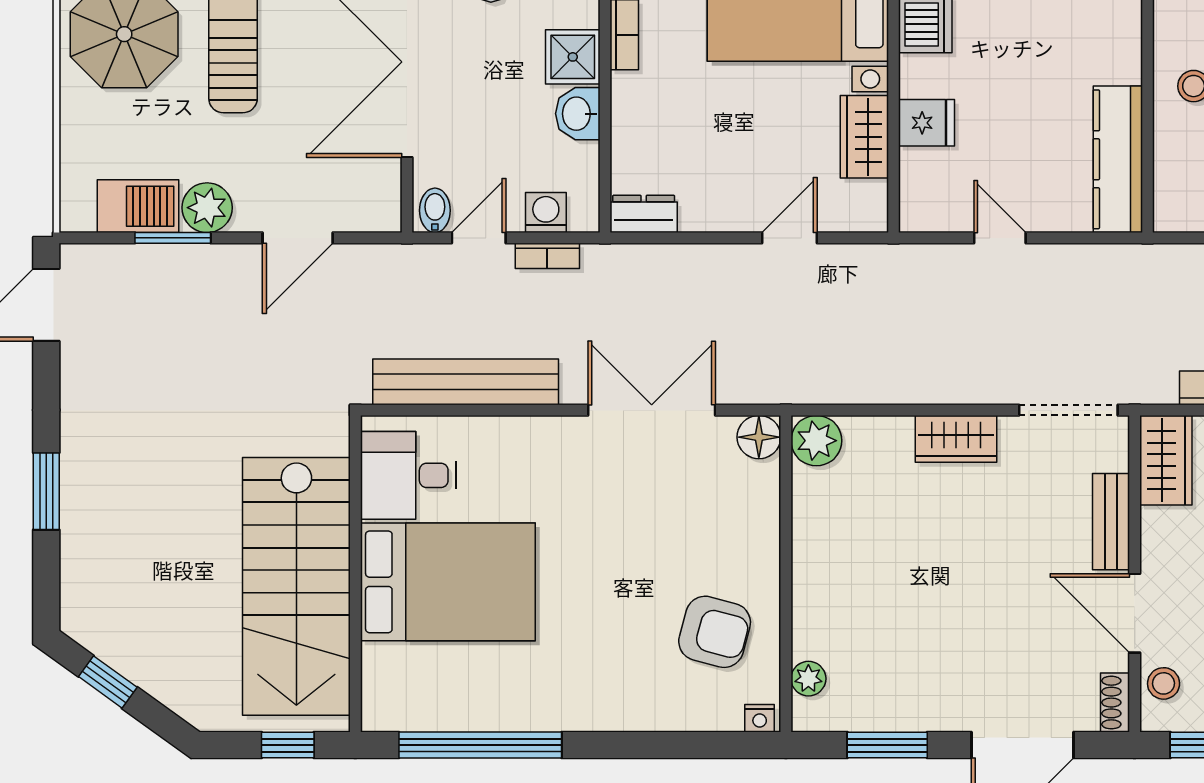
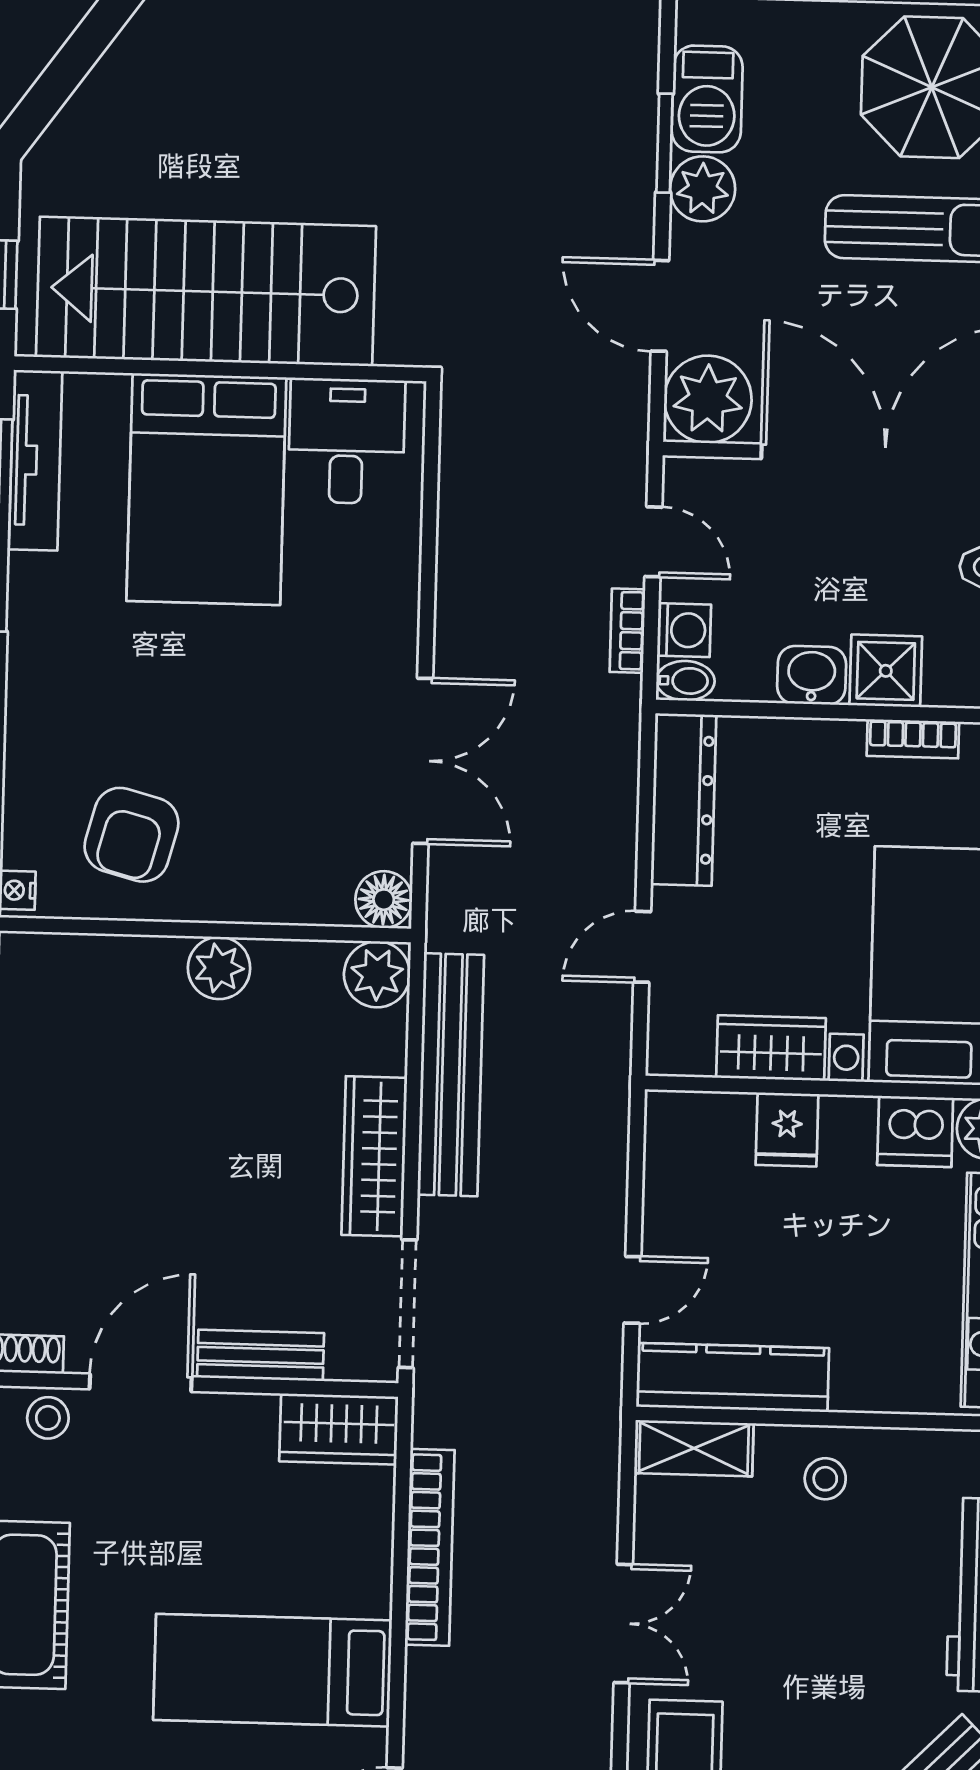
shelving: (1173, 187) -> (694, 1448), added
plant: (368, 199) -> (708, 399), added
bidet: (435, 210) -> (685, 681), moved
dresser: (644, 214) -> (683, 800), width x1.96, depth x1.24
door: (790, 238) -> (642, 947), swing flipped
door: (1000, 238) -> (632, 1290), moved
bench: (466, 382) -> (451, 1075), moved
wardrobe: (956, 439) -> (374, 1156), width x1.50
plant: (808, 679) -> (219, 968), moved, width x1.38, depth x1.38
window: (108, 682) -> (88, 42), removed
tv unit: (429, 713) -> (36, 460), added

